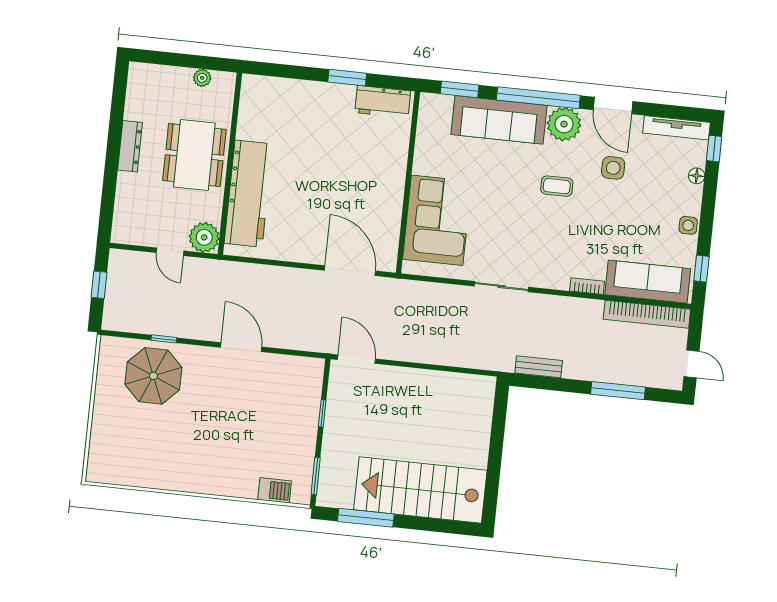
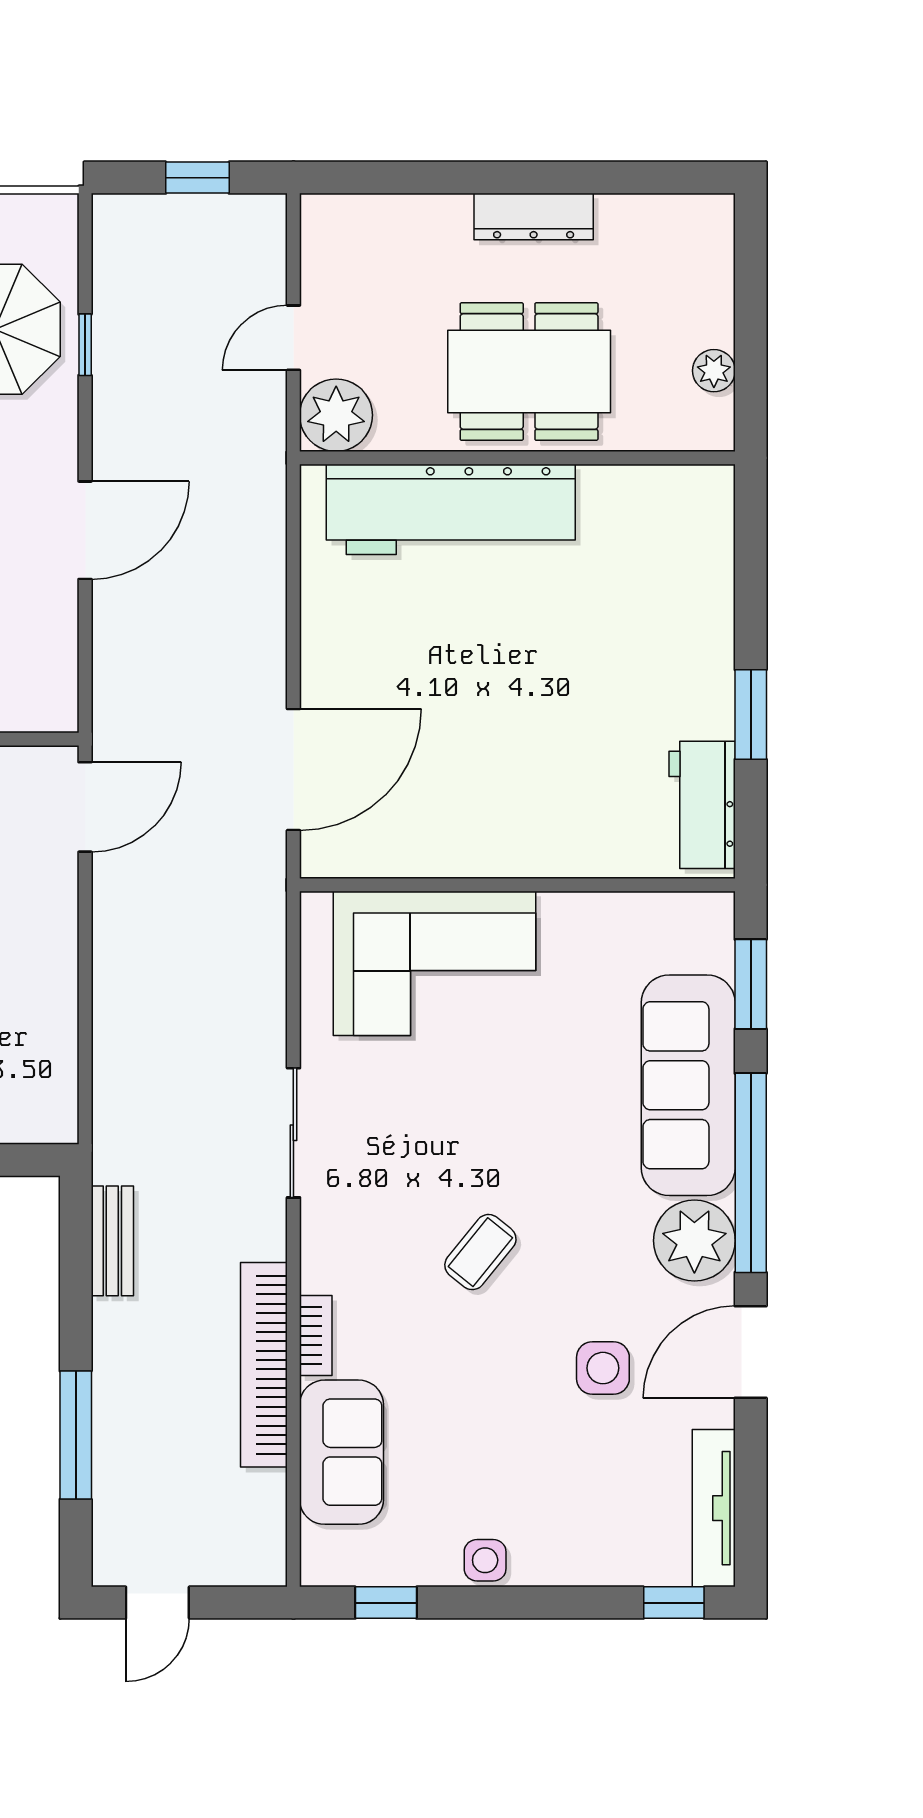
floor lamp: (697, 176) -> (605, 1568), removed
coffee table: (557, 186) -> (480, 1252), moved, turned 39
sofa: (648, 282) -> (342, 1452), width x0.73
bookcase: (647, 314) -> (264, 1365), moved

